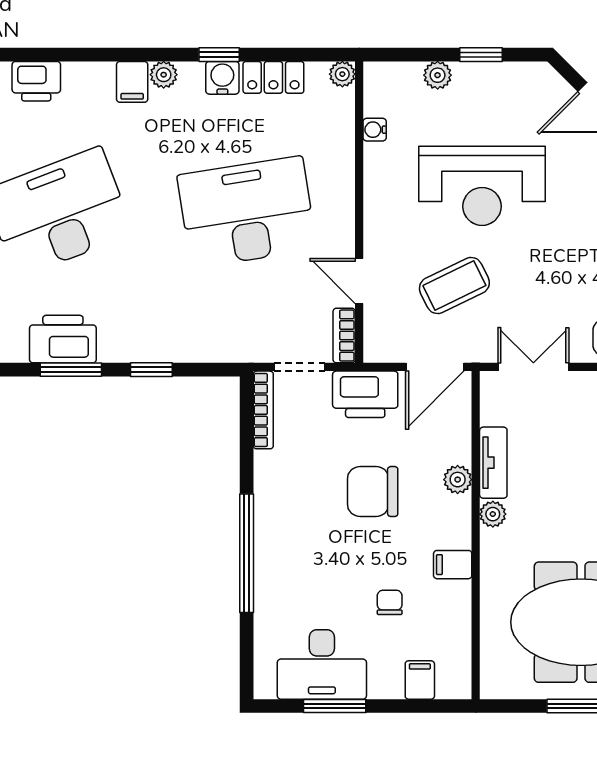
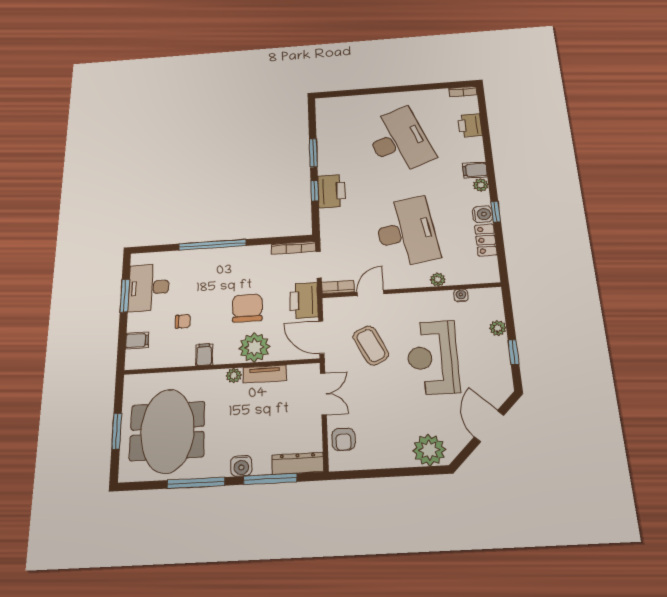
plant: (342, 74) -> (438, 280), moved
printer: (63, 339) -> (332, 191), moved
plant: (458, 480) -> (254, 347), width x1.87, depth x1.87

